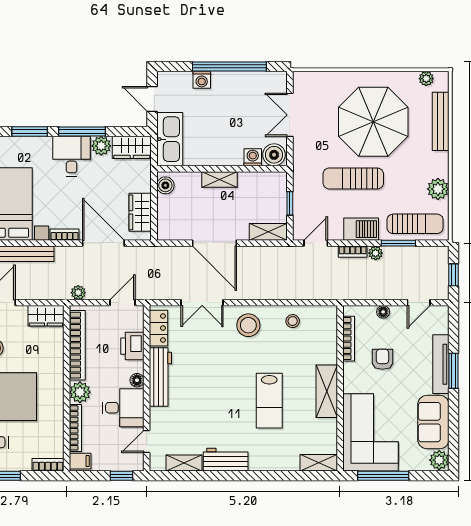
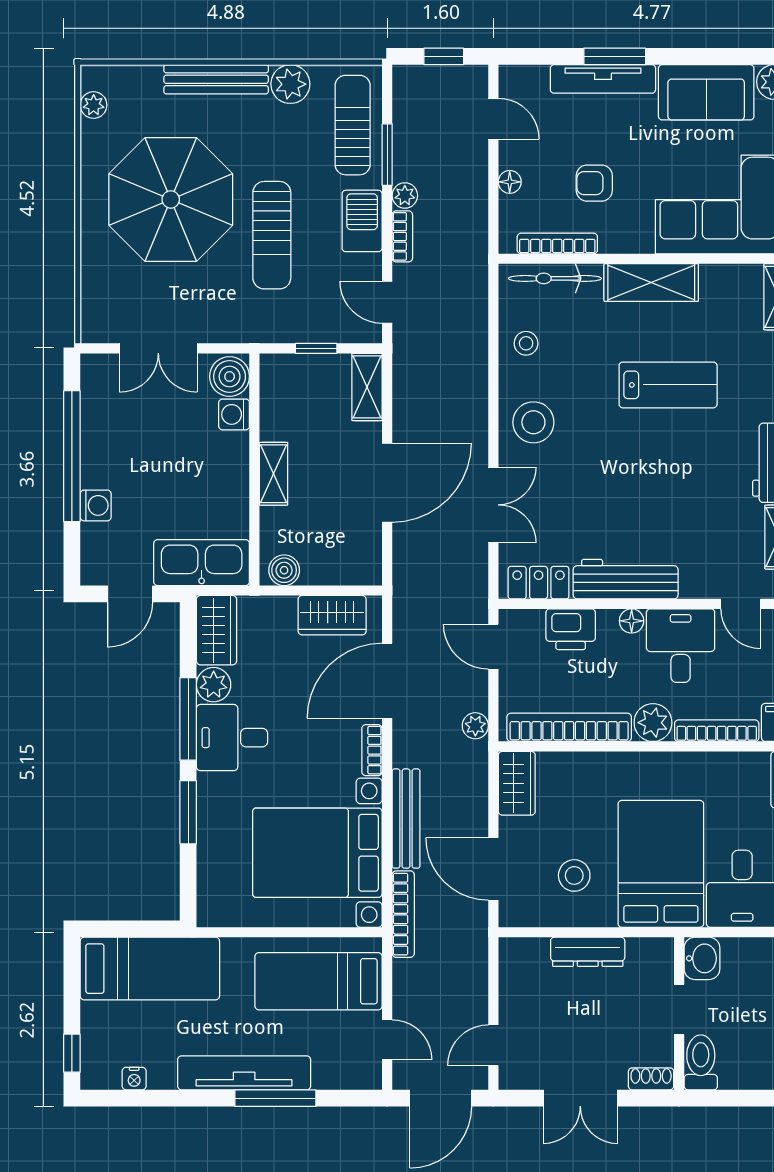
bench: (441, 121) -> (216, 79), moved
bicycle: (329, 337) -> (555, 278), added

